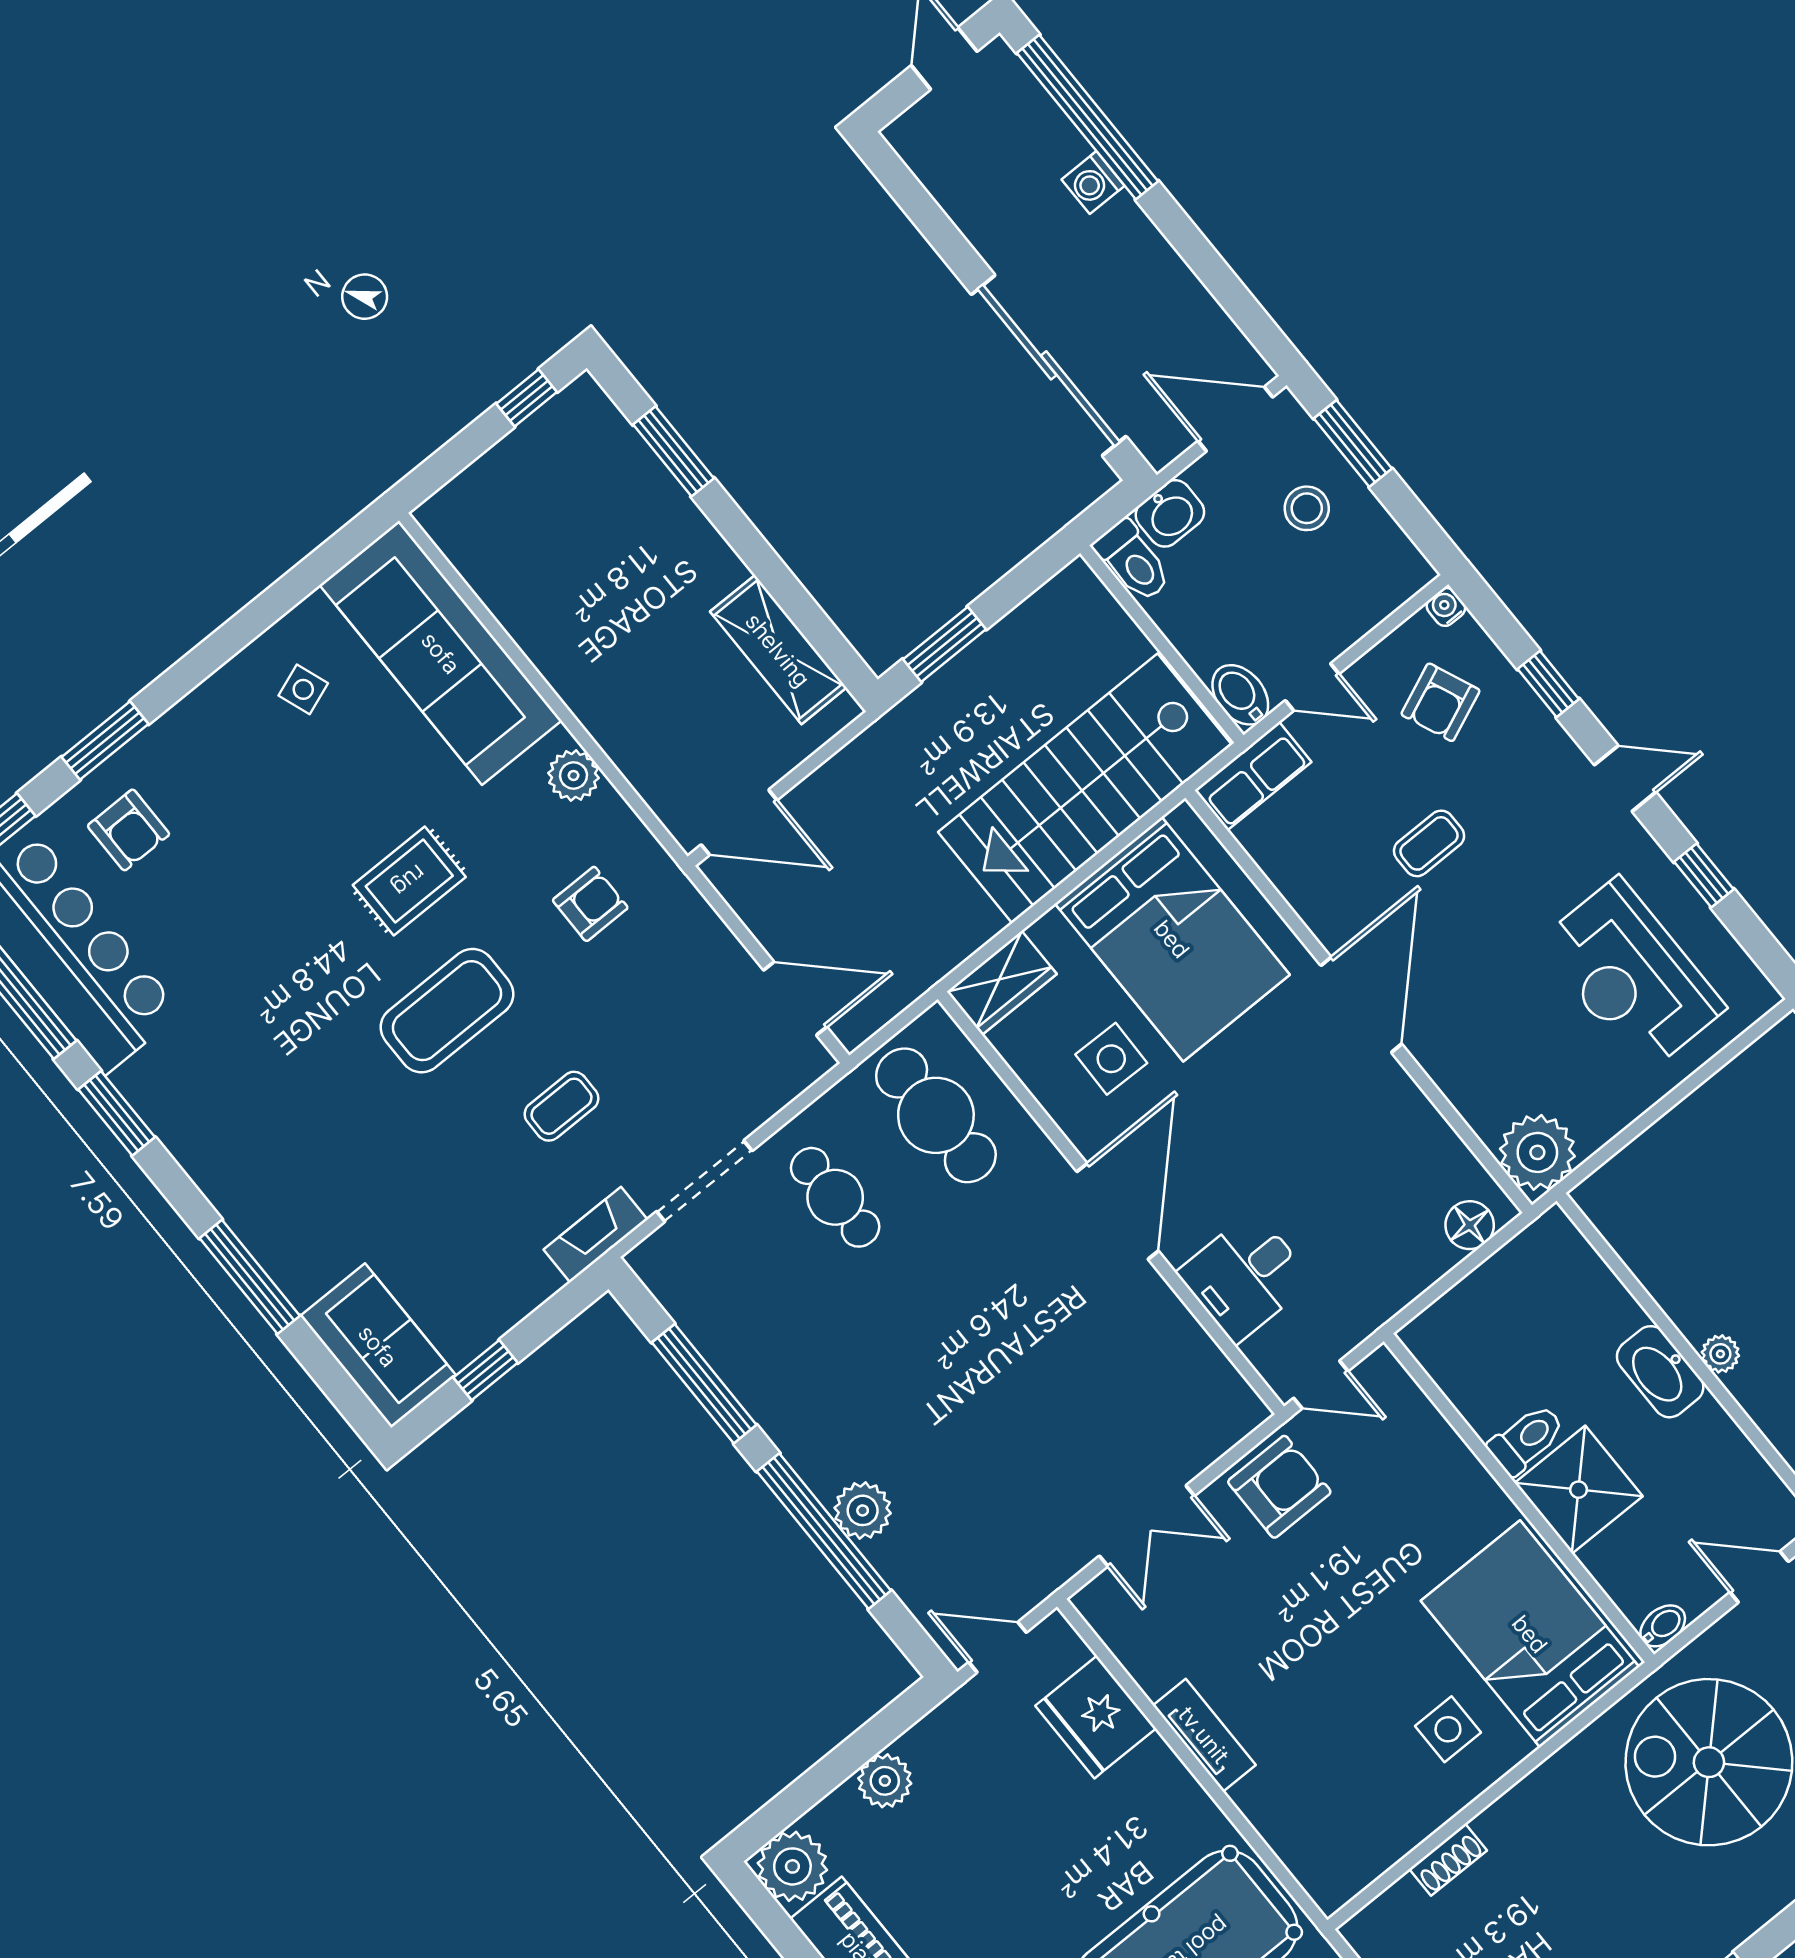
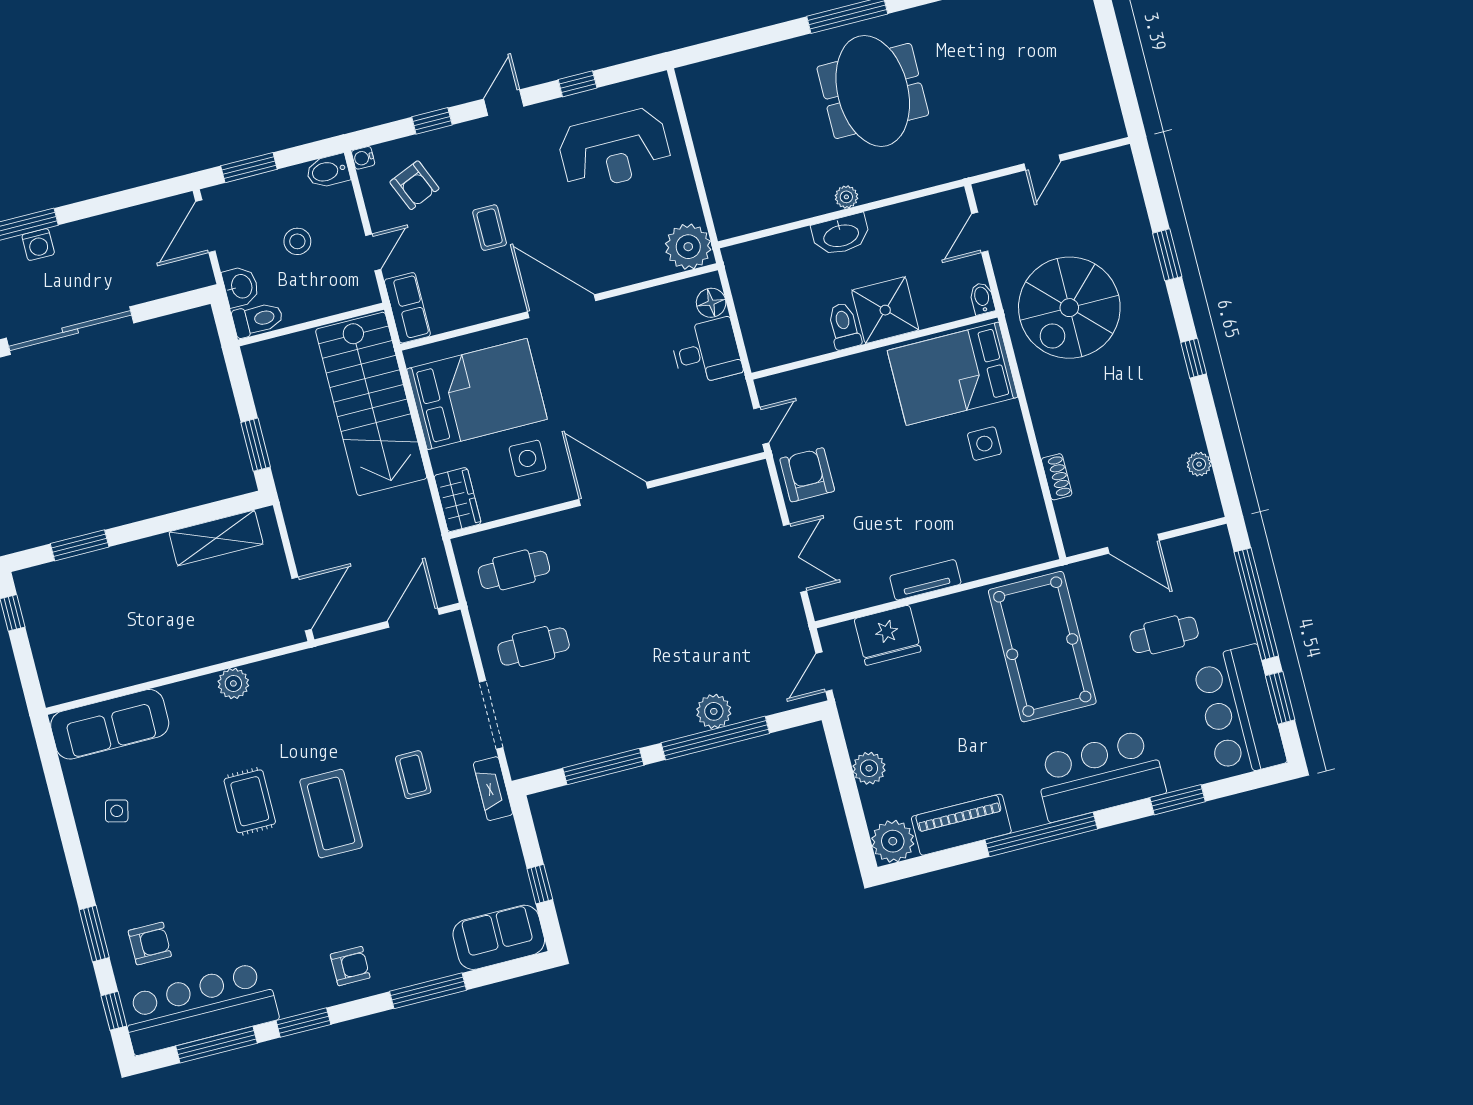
sliding door: (1049, 365) -> (70, 331), moved
stool: (1307, 508) -> (297, 241), moved
sofa: (441, 653) -> (110, 724), width x0.74, depth x0.79
side table: (303, 689) -> (117, 811), turned 34
bidet: (1240, 695) -> (328, 171), moved
armchair: (590, 904) -> (350, 966), moved, turned 90
cafe table: (936, 1115) -> (514, 570), width x0.73, depth x0.74
desk: (1245, 1277) -> (706, 352), moved, turned -90

